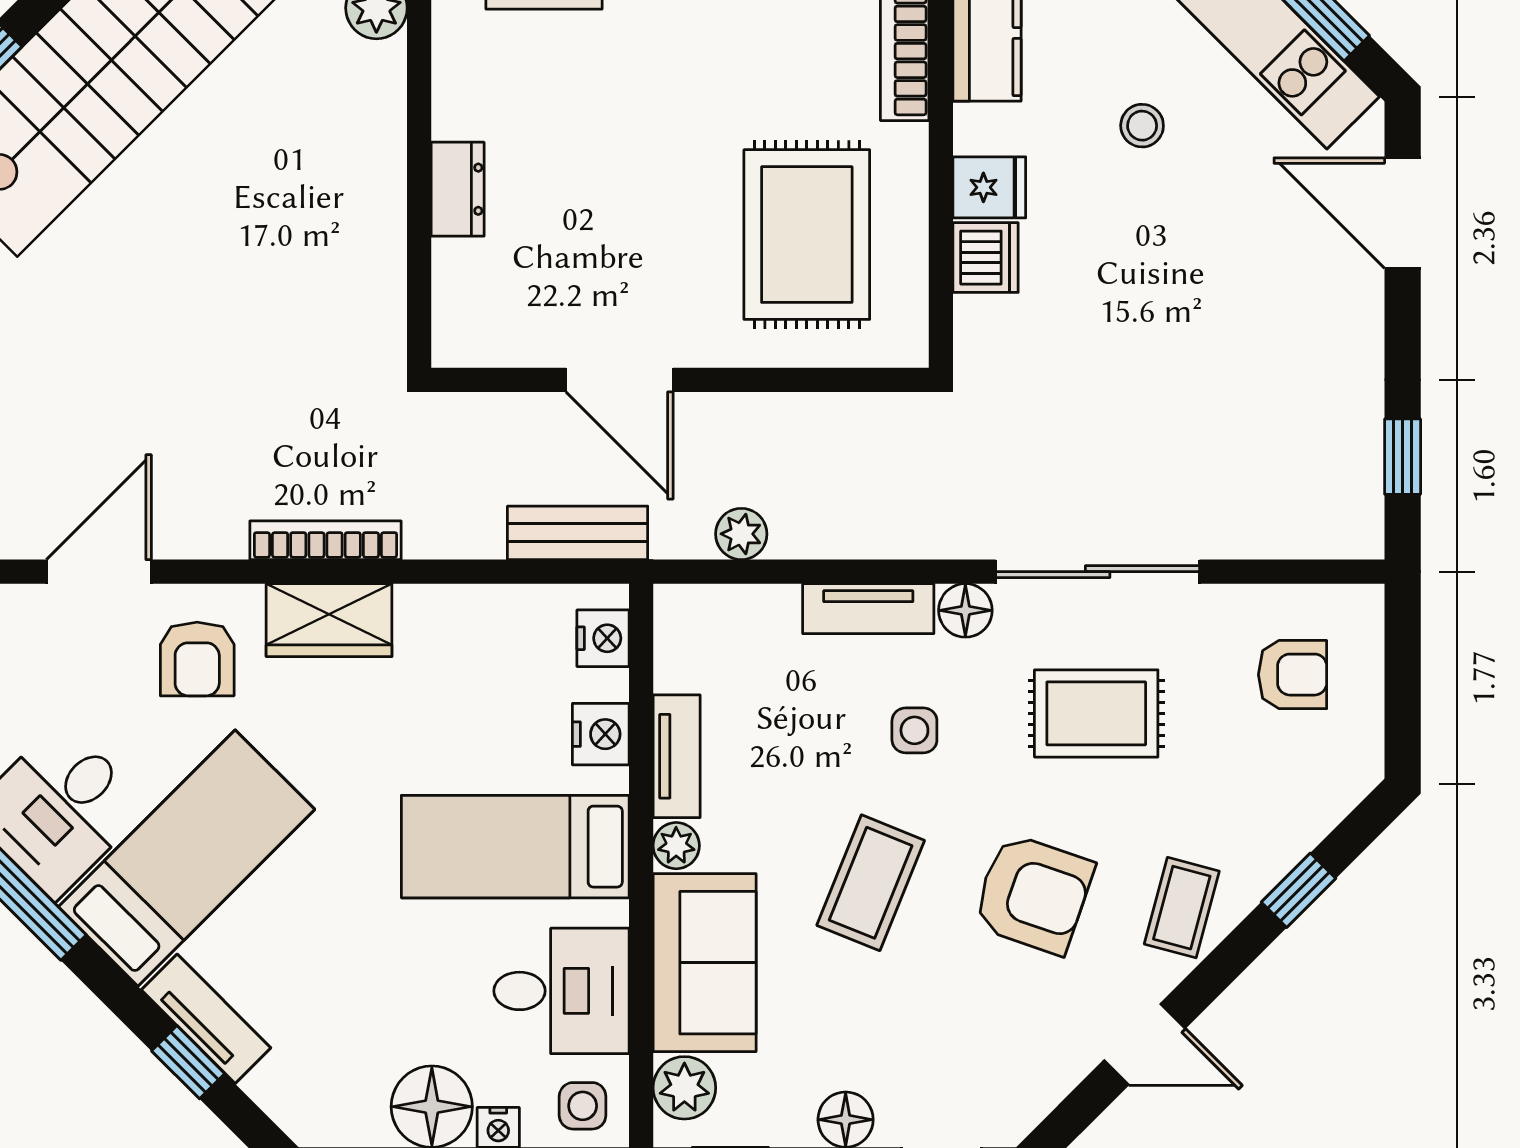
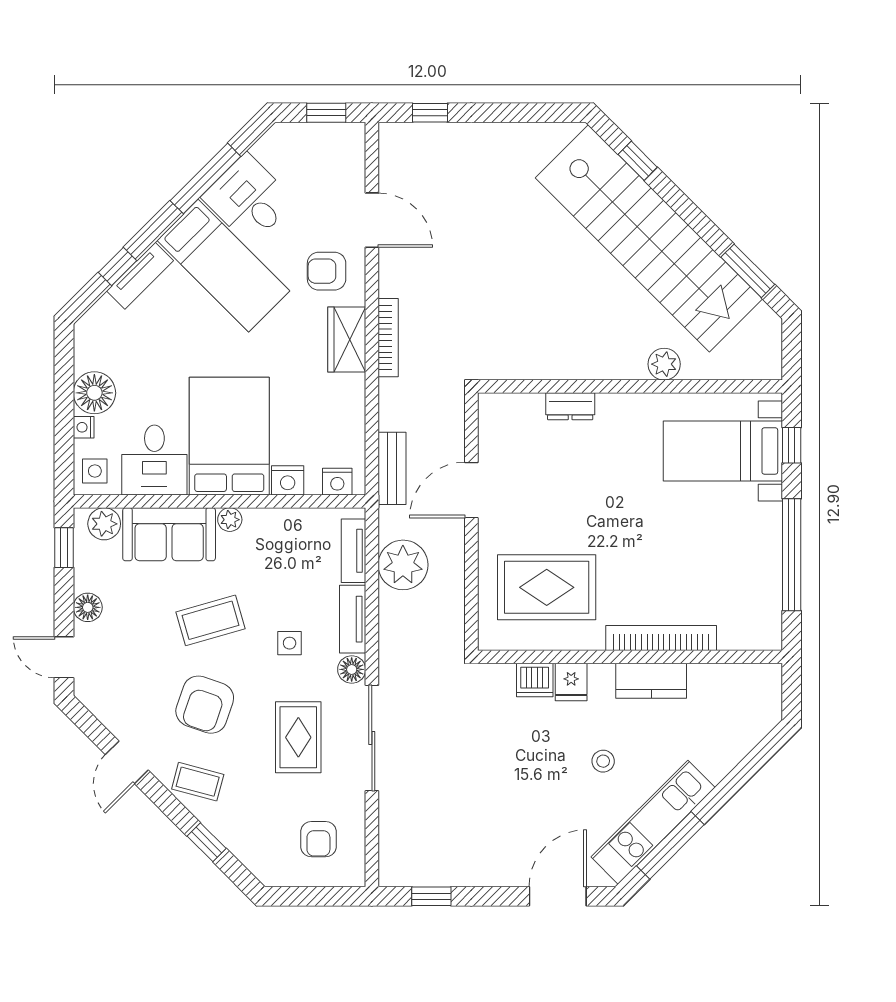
plant: (741, 534) -> (403, 565), width x1.87, depth x1.87
tv unit: (677, 756) -> (353, 551), moved, turned 90
bed: (515, 847) -> (229, 436), width x1.50
coffee table: (871, 883) -> (210, 620), turned -38

